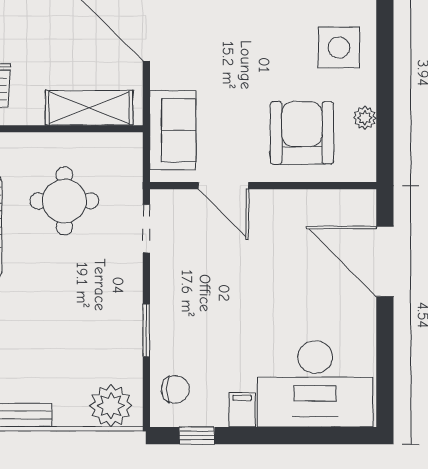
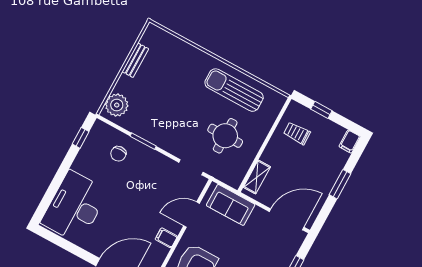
shelving: (89, 108) -> (257, 177), width x0.67, depth x0.75
chair: (175, 389) -> (118, 154), moved
filing cabinet: (242, 410) -> (166, 238), moved, turned 180

